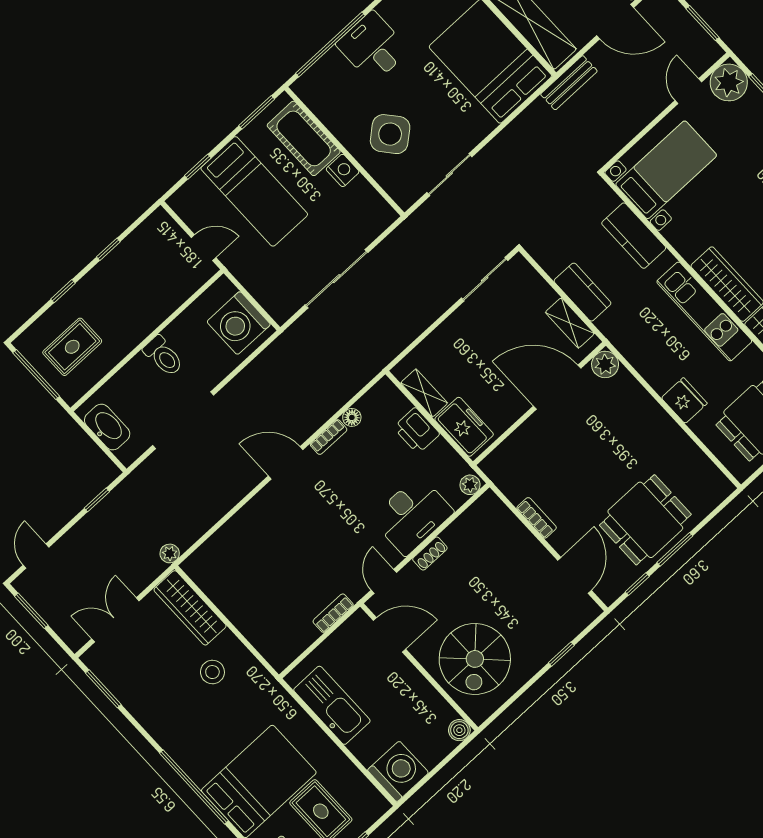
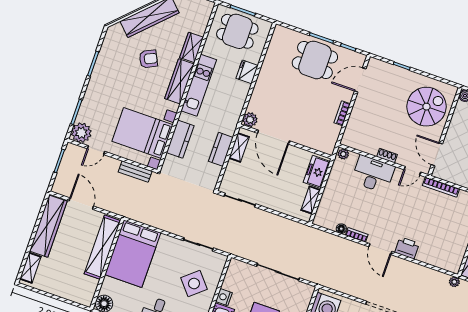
bench: (569, 83) -> (135, 172), moved
bed with nightstands: (666, 170) -> (143, 133), width x1.36
printer: (417, 431) -> (407, 248), moved, turned -90
bookcase: (333, 613) -> (441, 187), width x1.56

